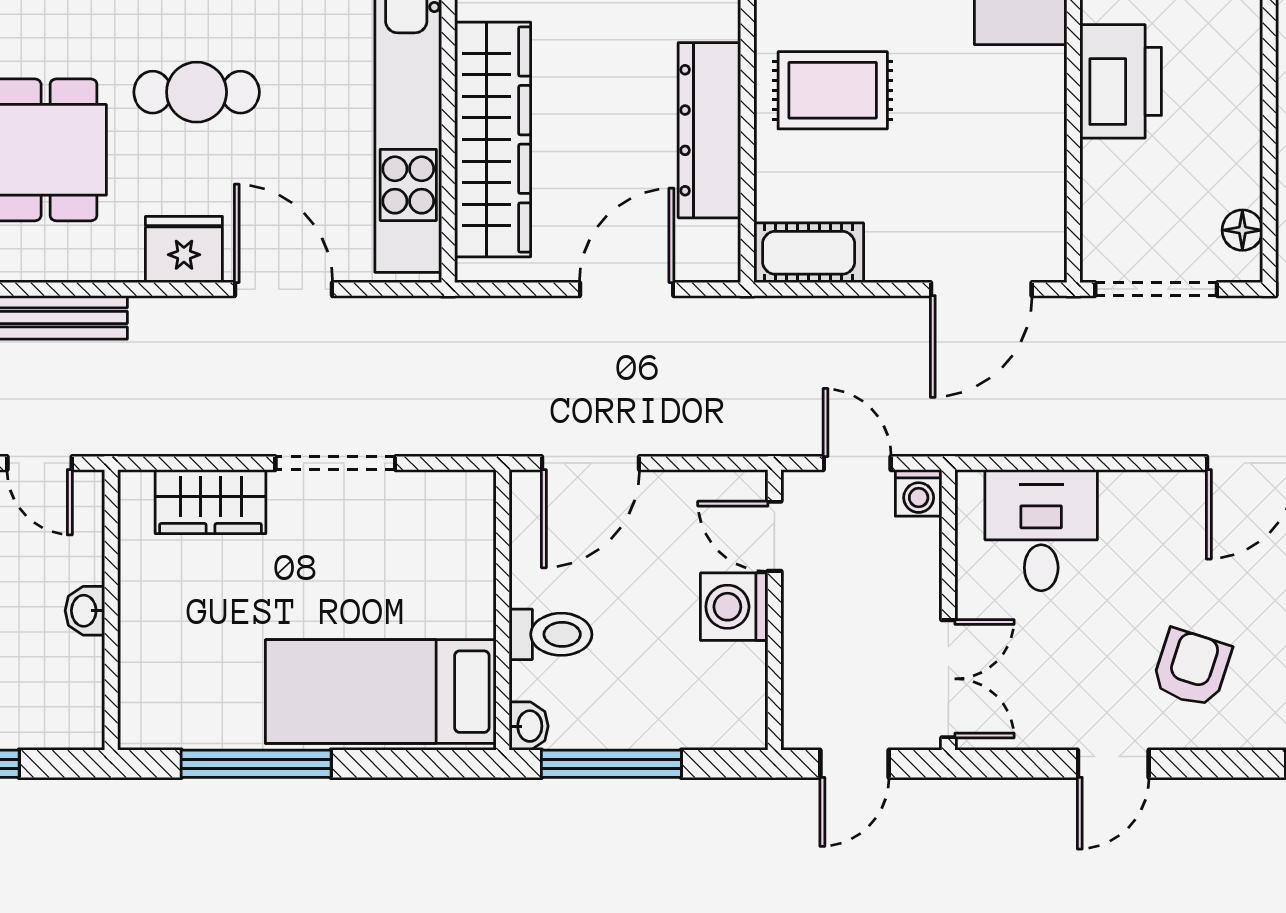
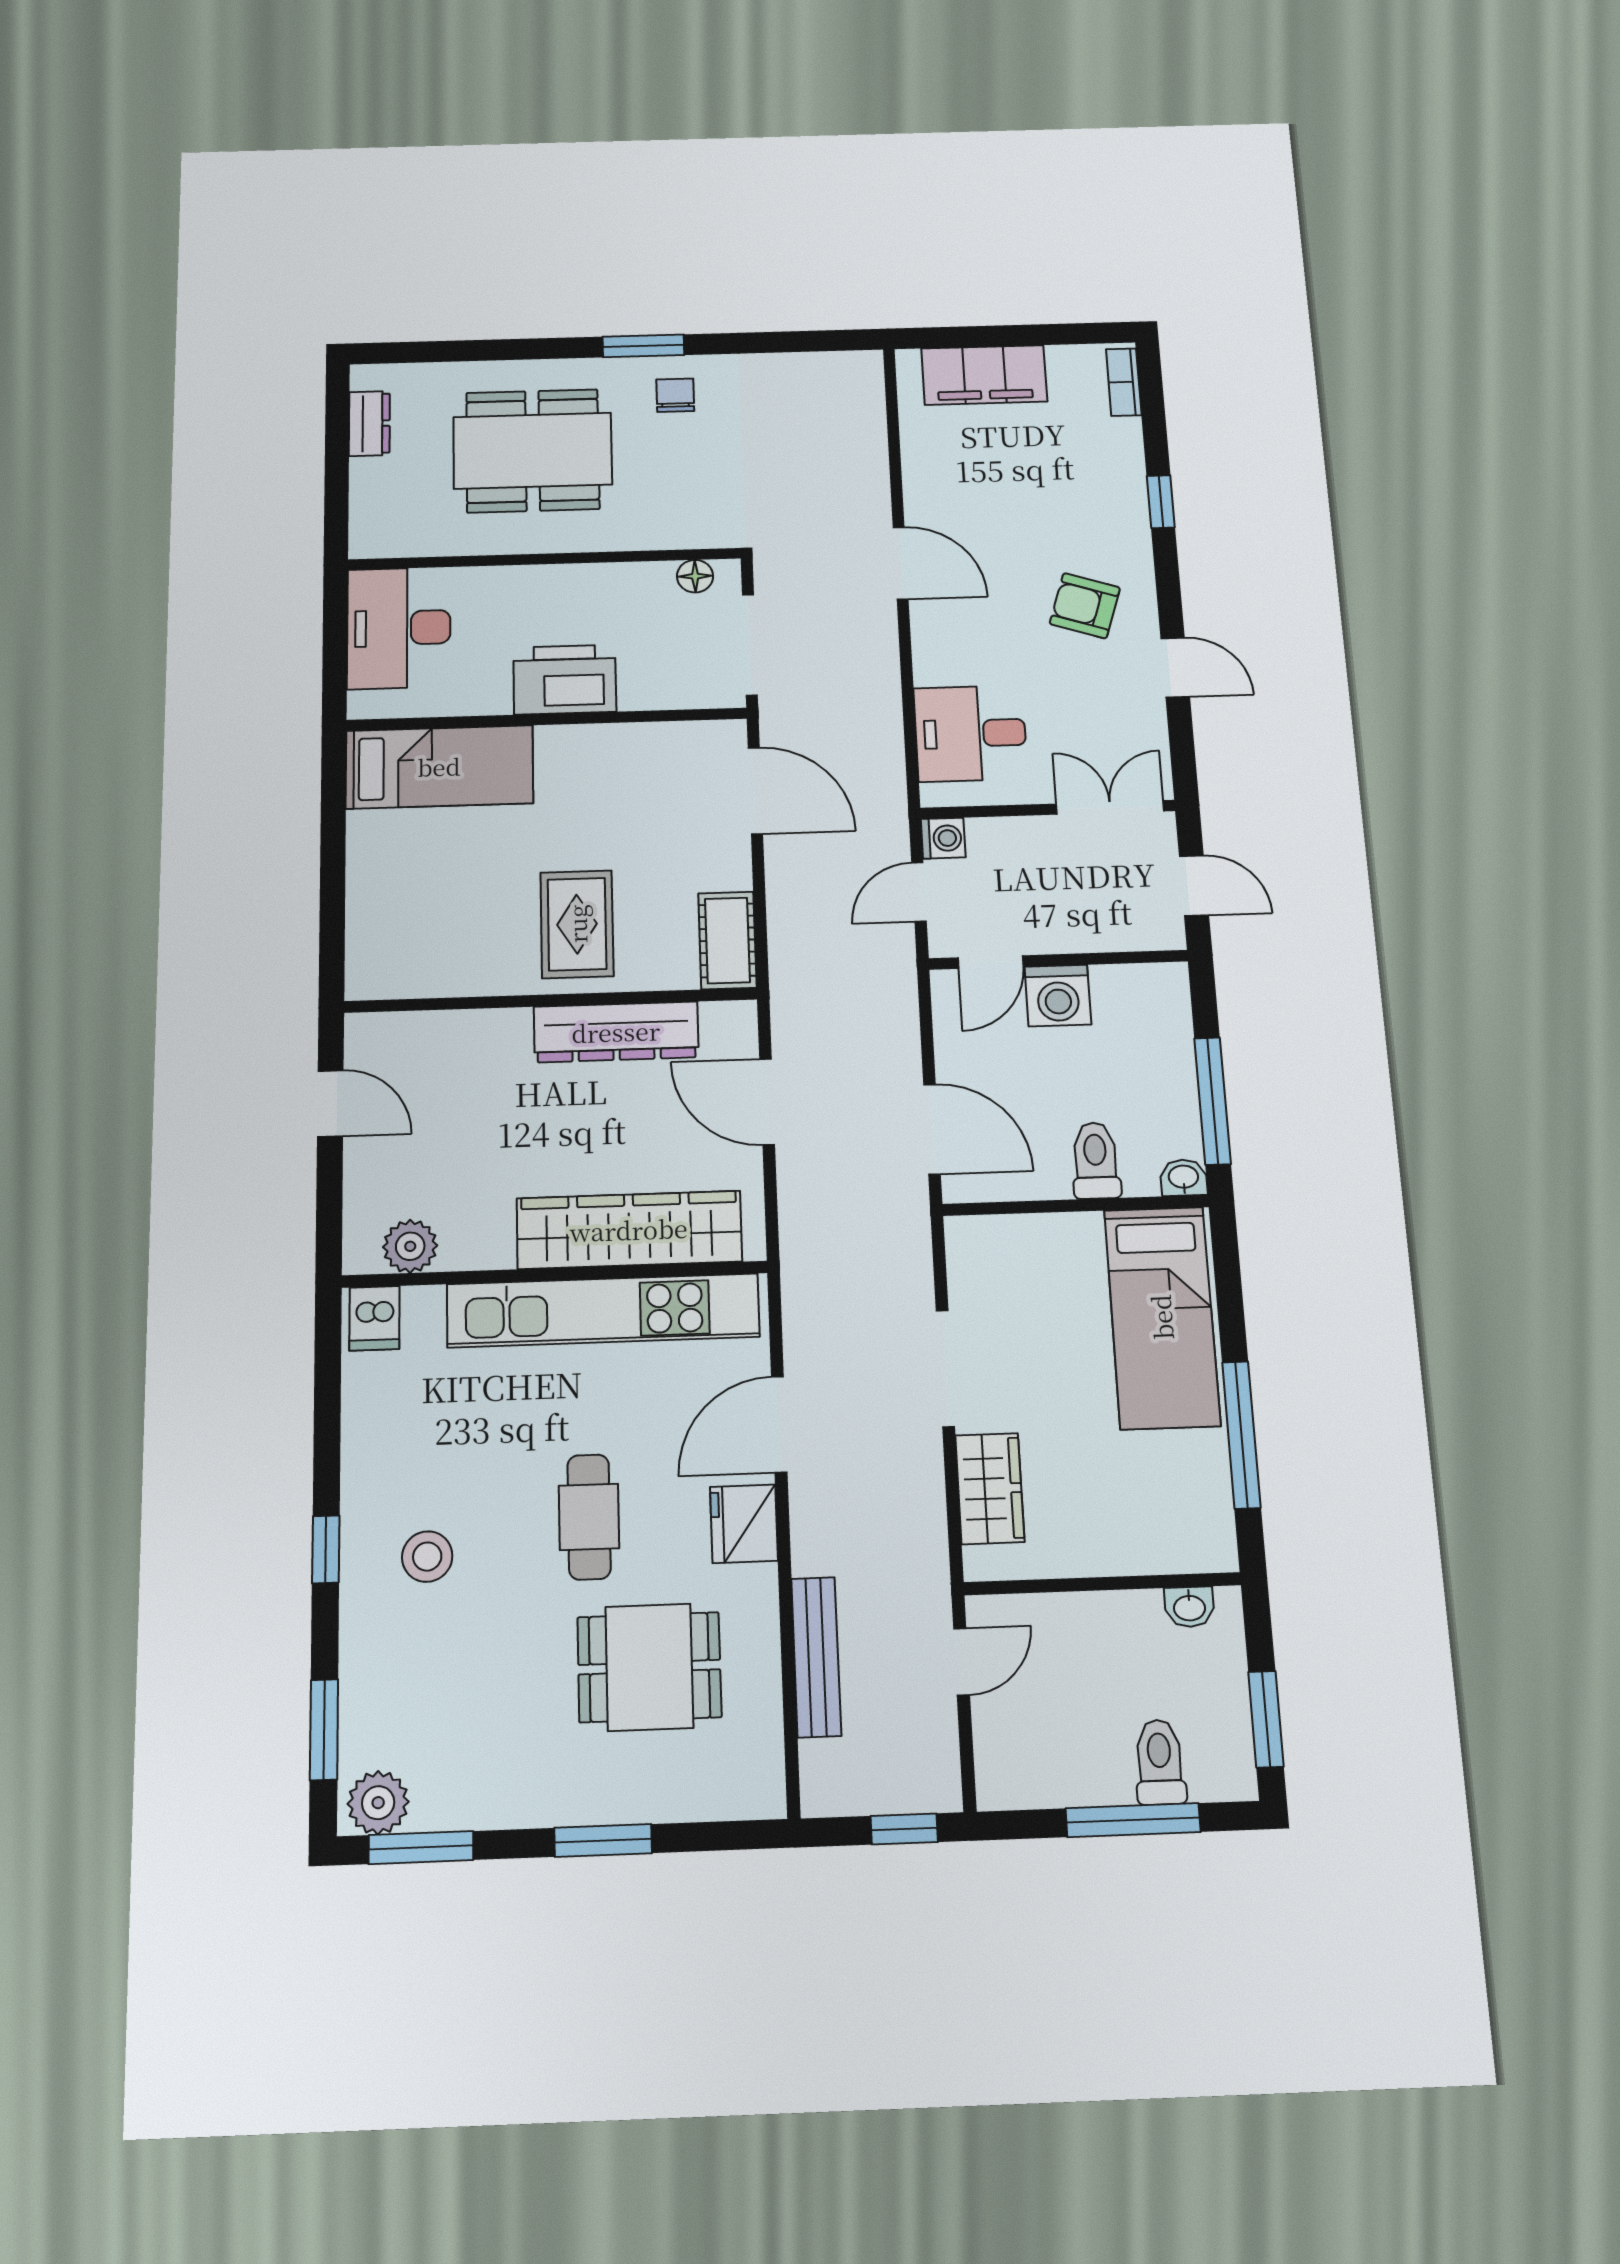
washbasin: (85, 611) -> (1189, 1607), moved

